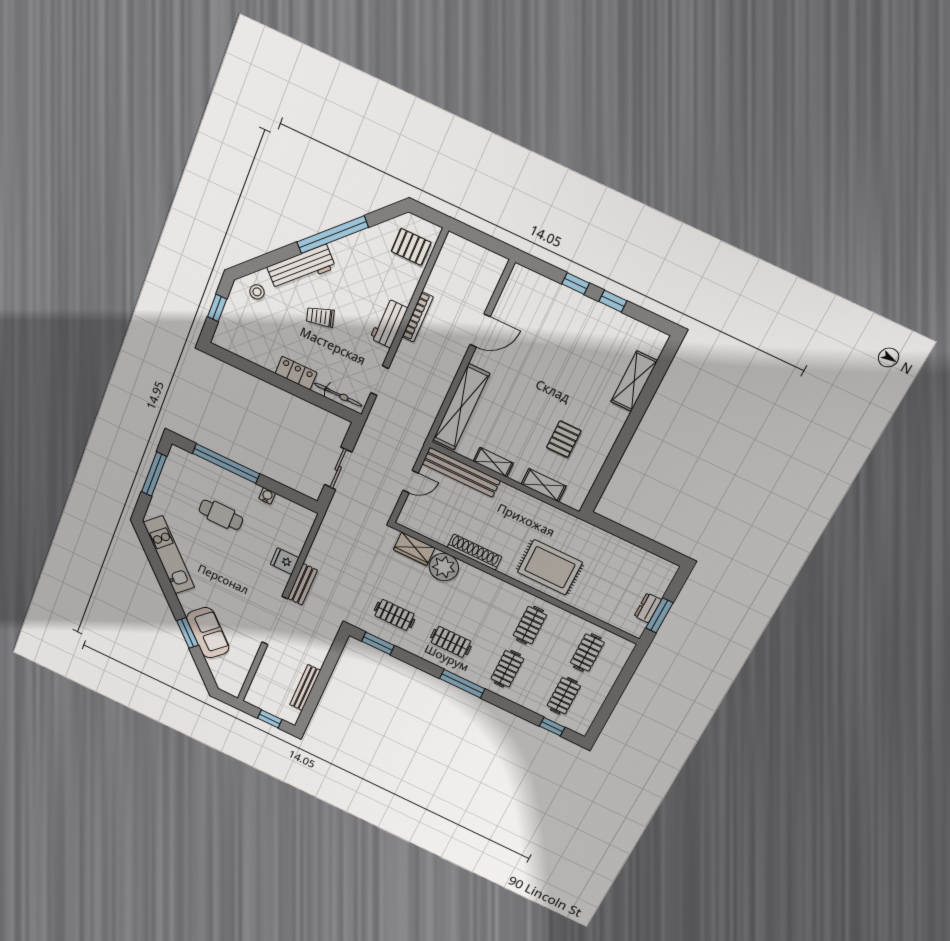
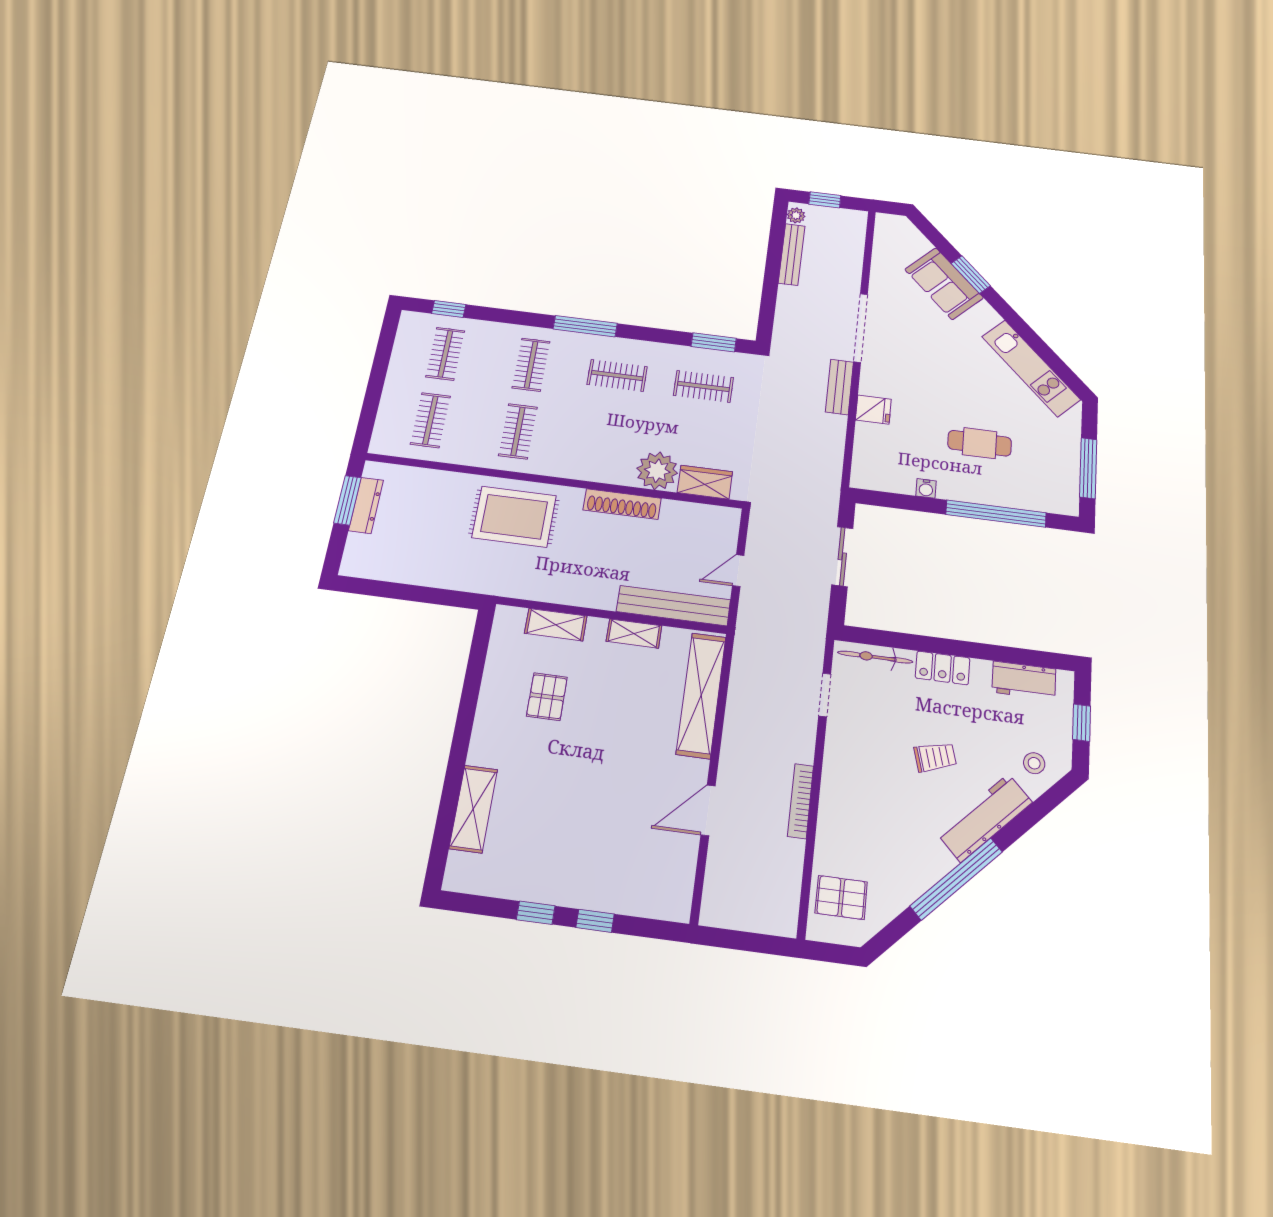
workbench: (389, 323) -> (1024, 681), moved, turned 90
dresser: (648, 608) -> (366, 505), width x1.44
plant: (293, 714) -> (796, 215), added

